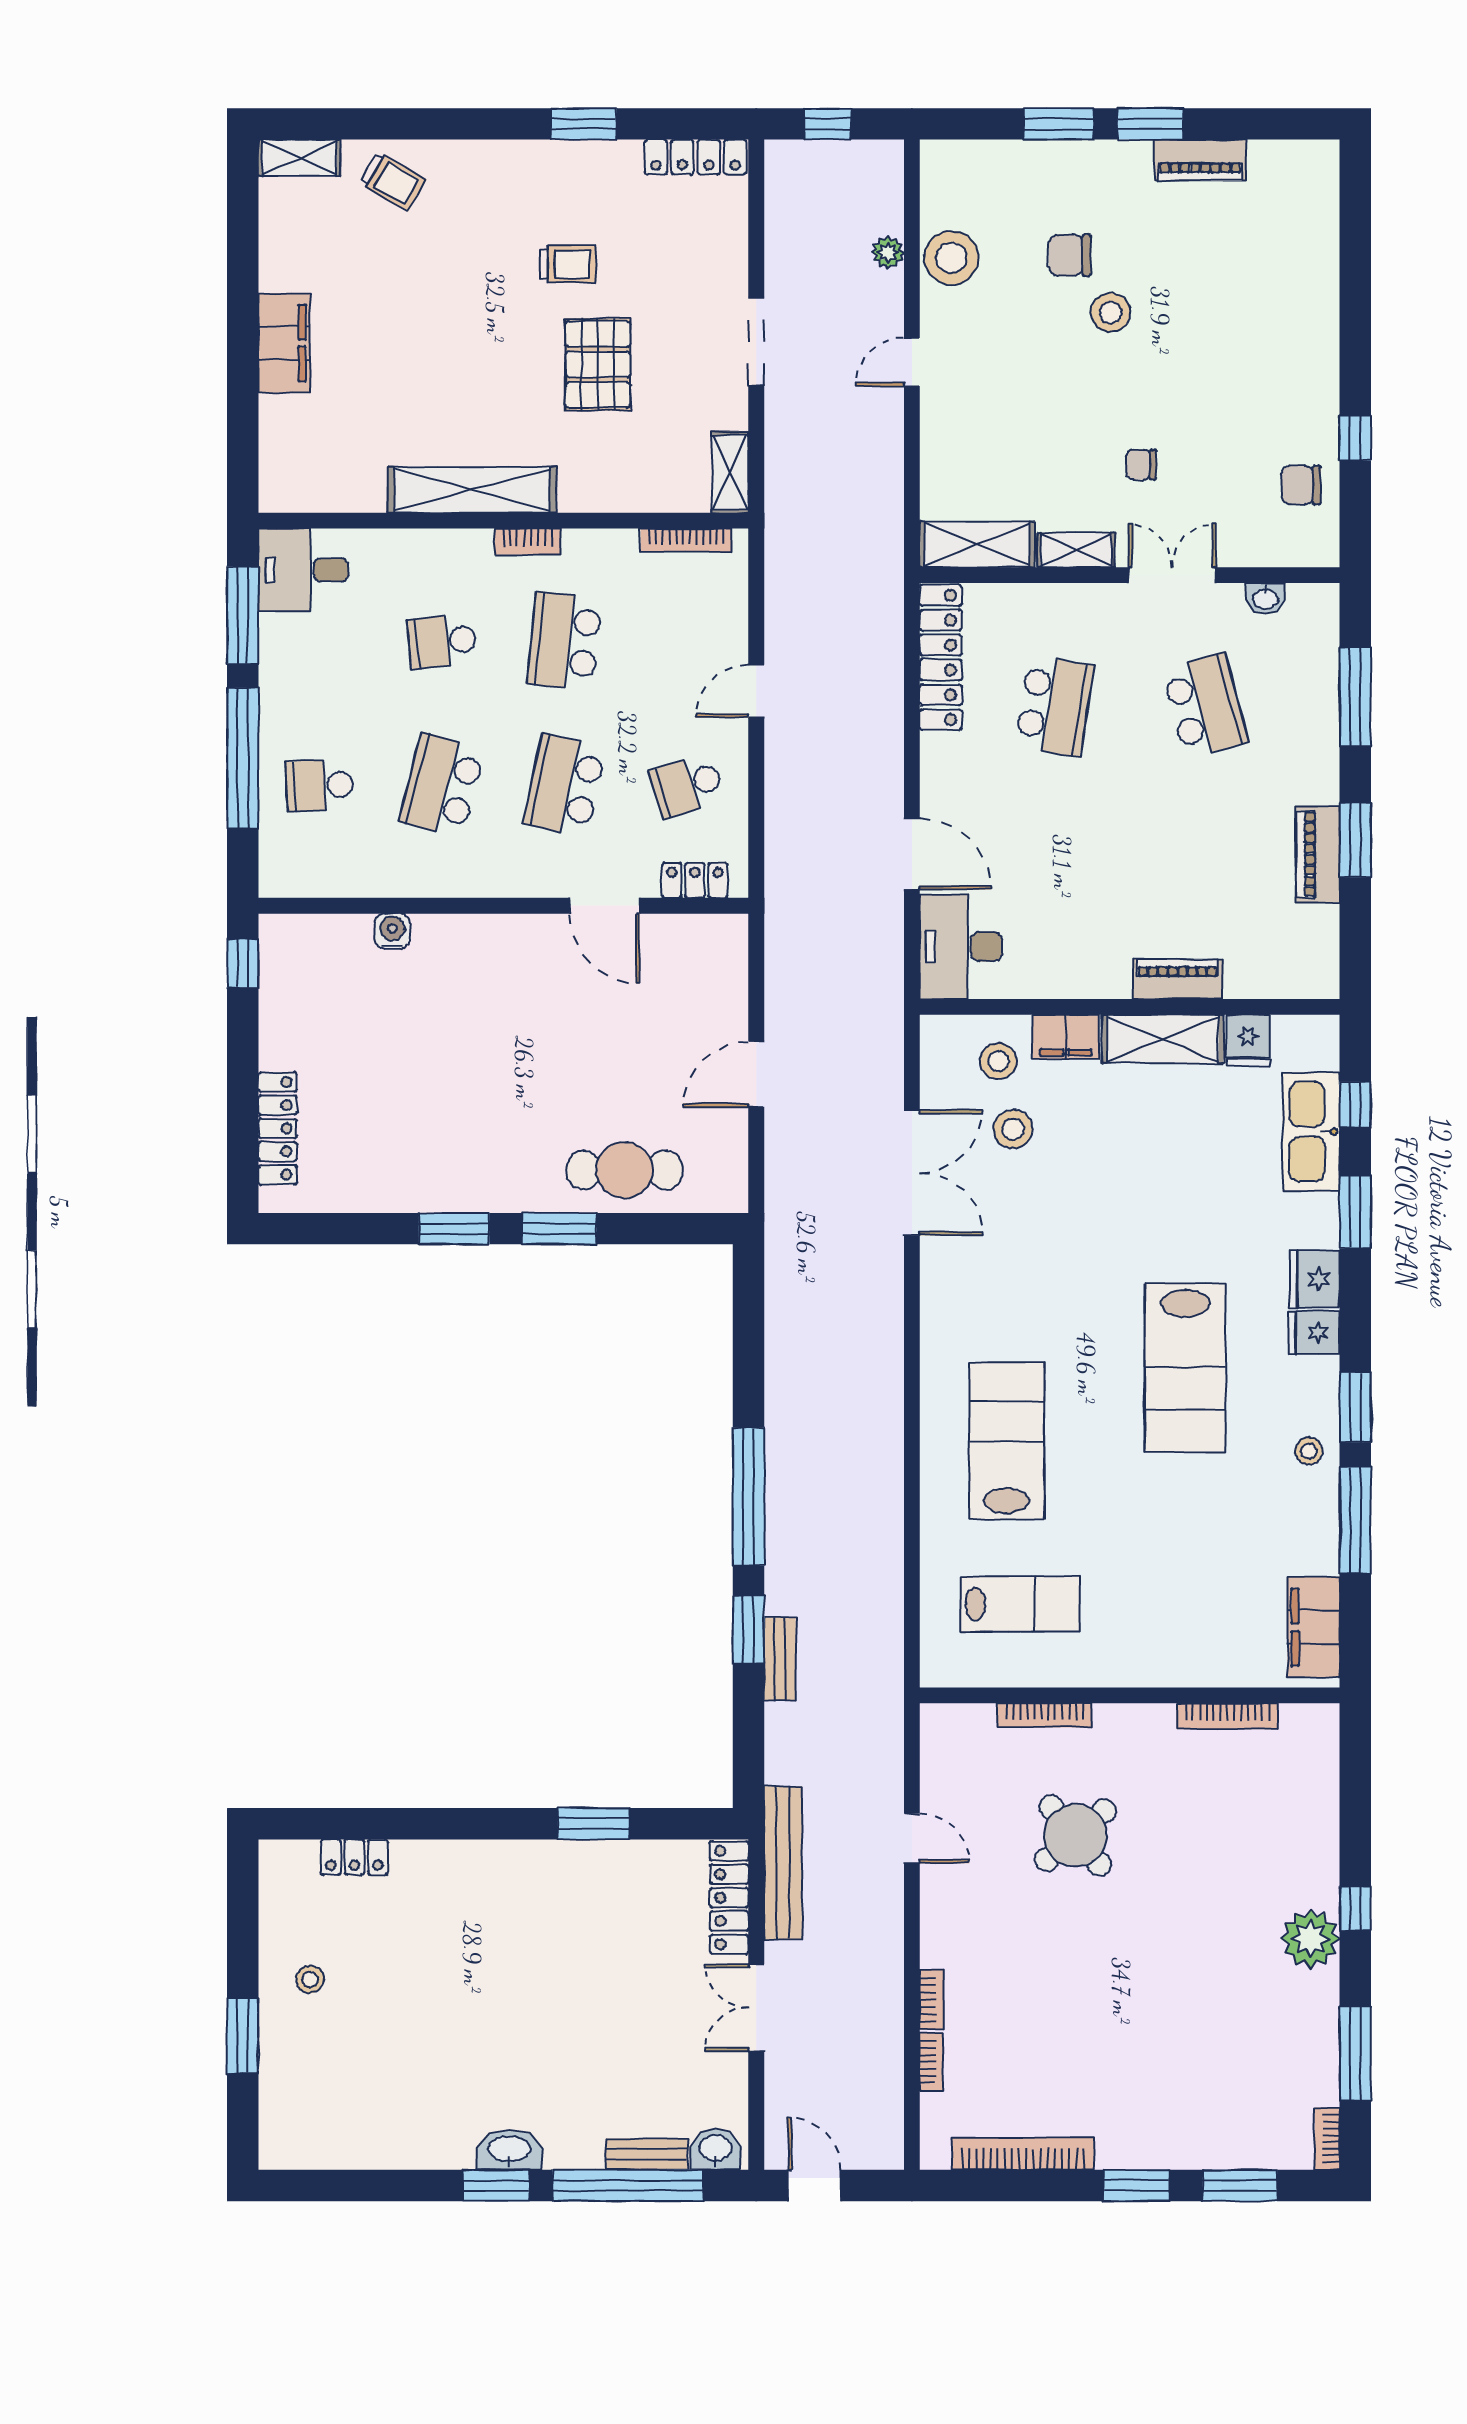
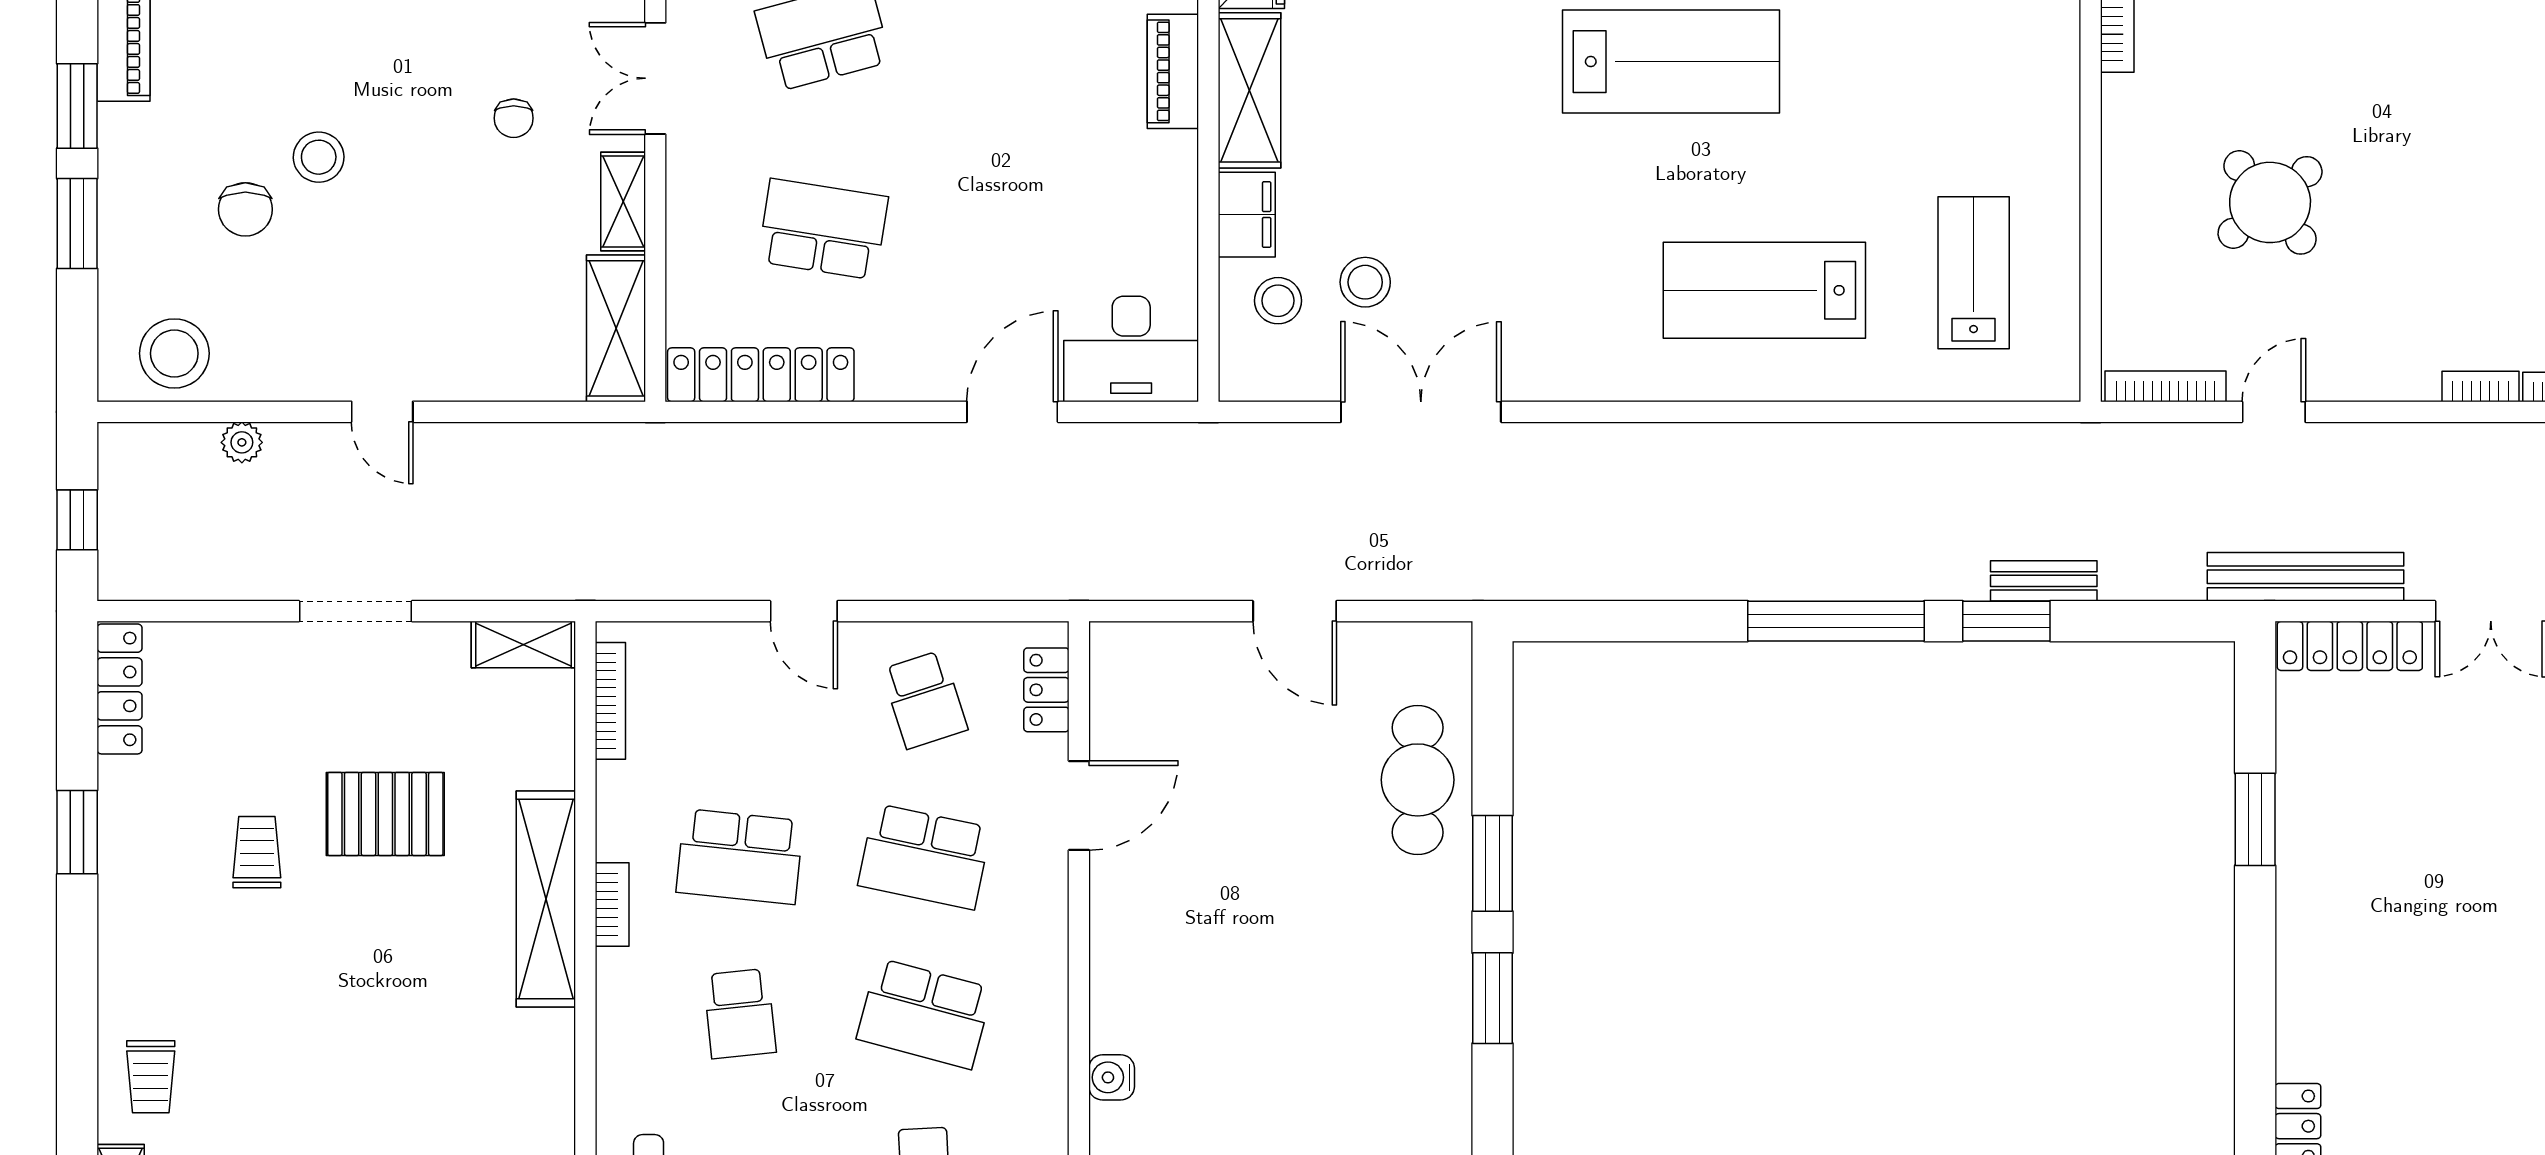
trolley: (393, 181) -> (151, 1077), turned 150
stool: (951, 258) -> (174, 353), moved
shelving: (472, 490) -> (546, 899), moved
bookcase: (1044, 1715) -> (2166, 386), moved, turned -90

